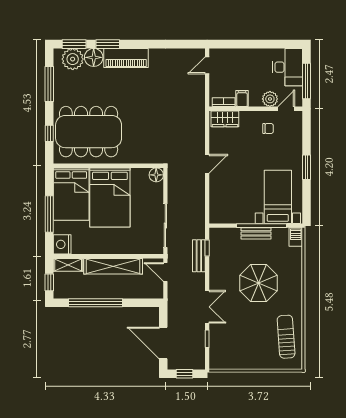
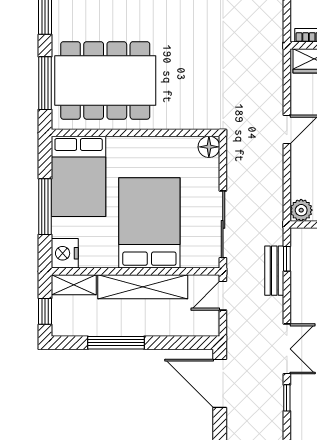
window: (49, 133) -> (45, 83), width x2.17
bed: (110, 197) -> (149, 223), moved, turned 180
plant: (216, 216) -> (301, 210), added
door: (165, 272) -> (223, 296), hinge flipped
window: (96, 303) -> (116, 343), width x0.68
door: (163, 343) -> (220, 383), moved

